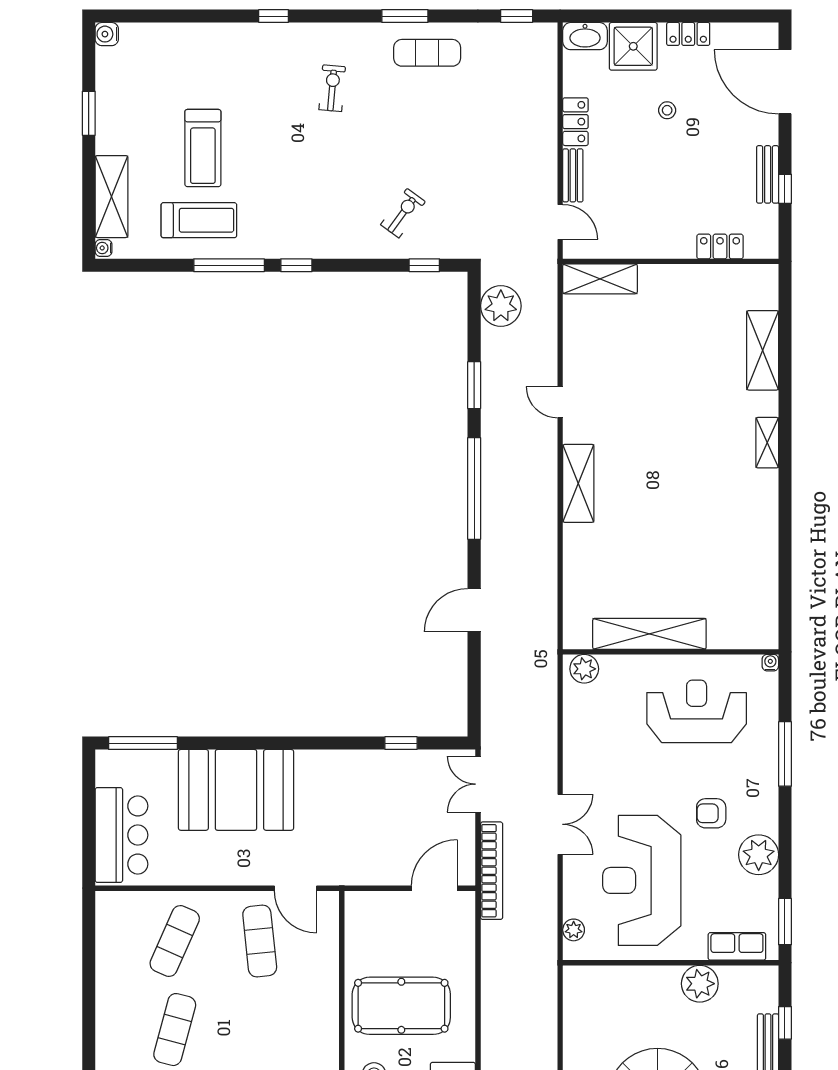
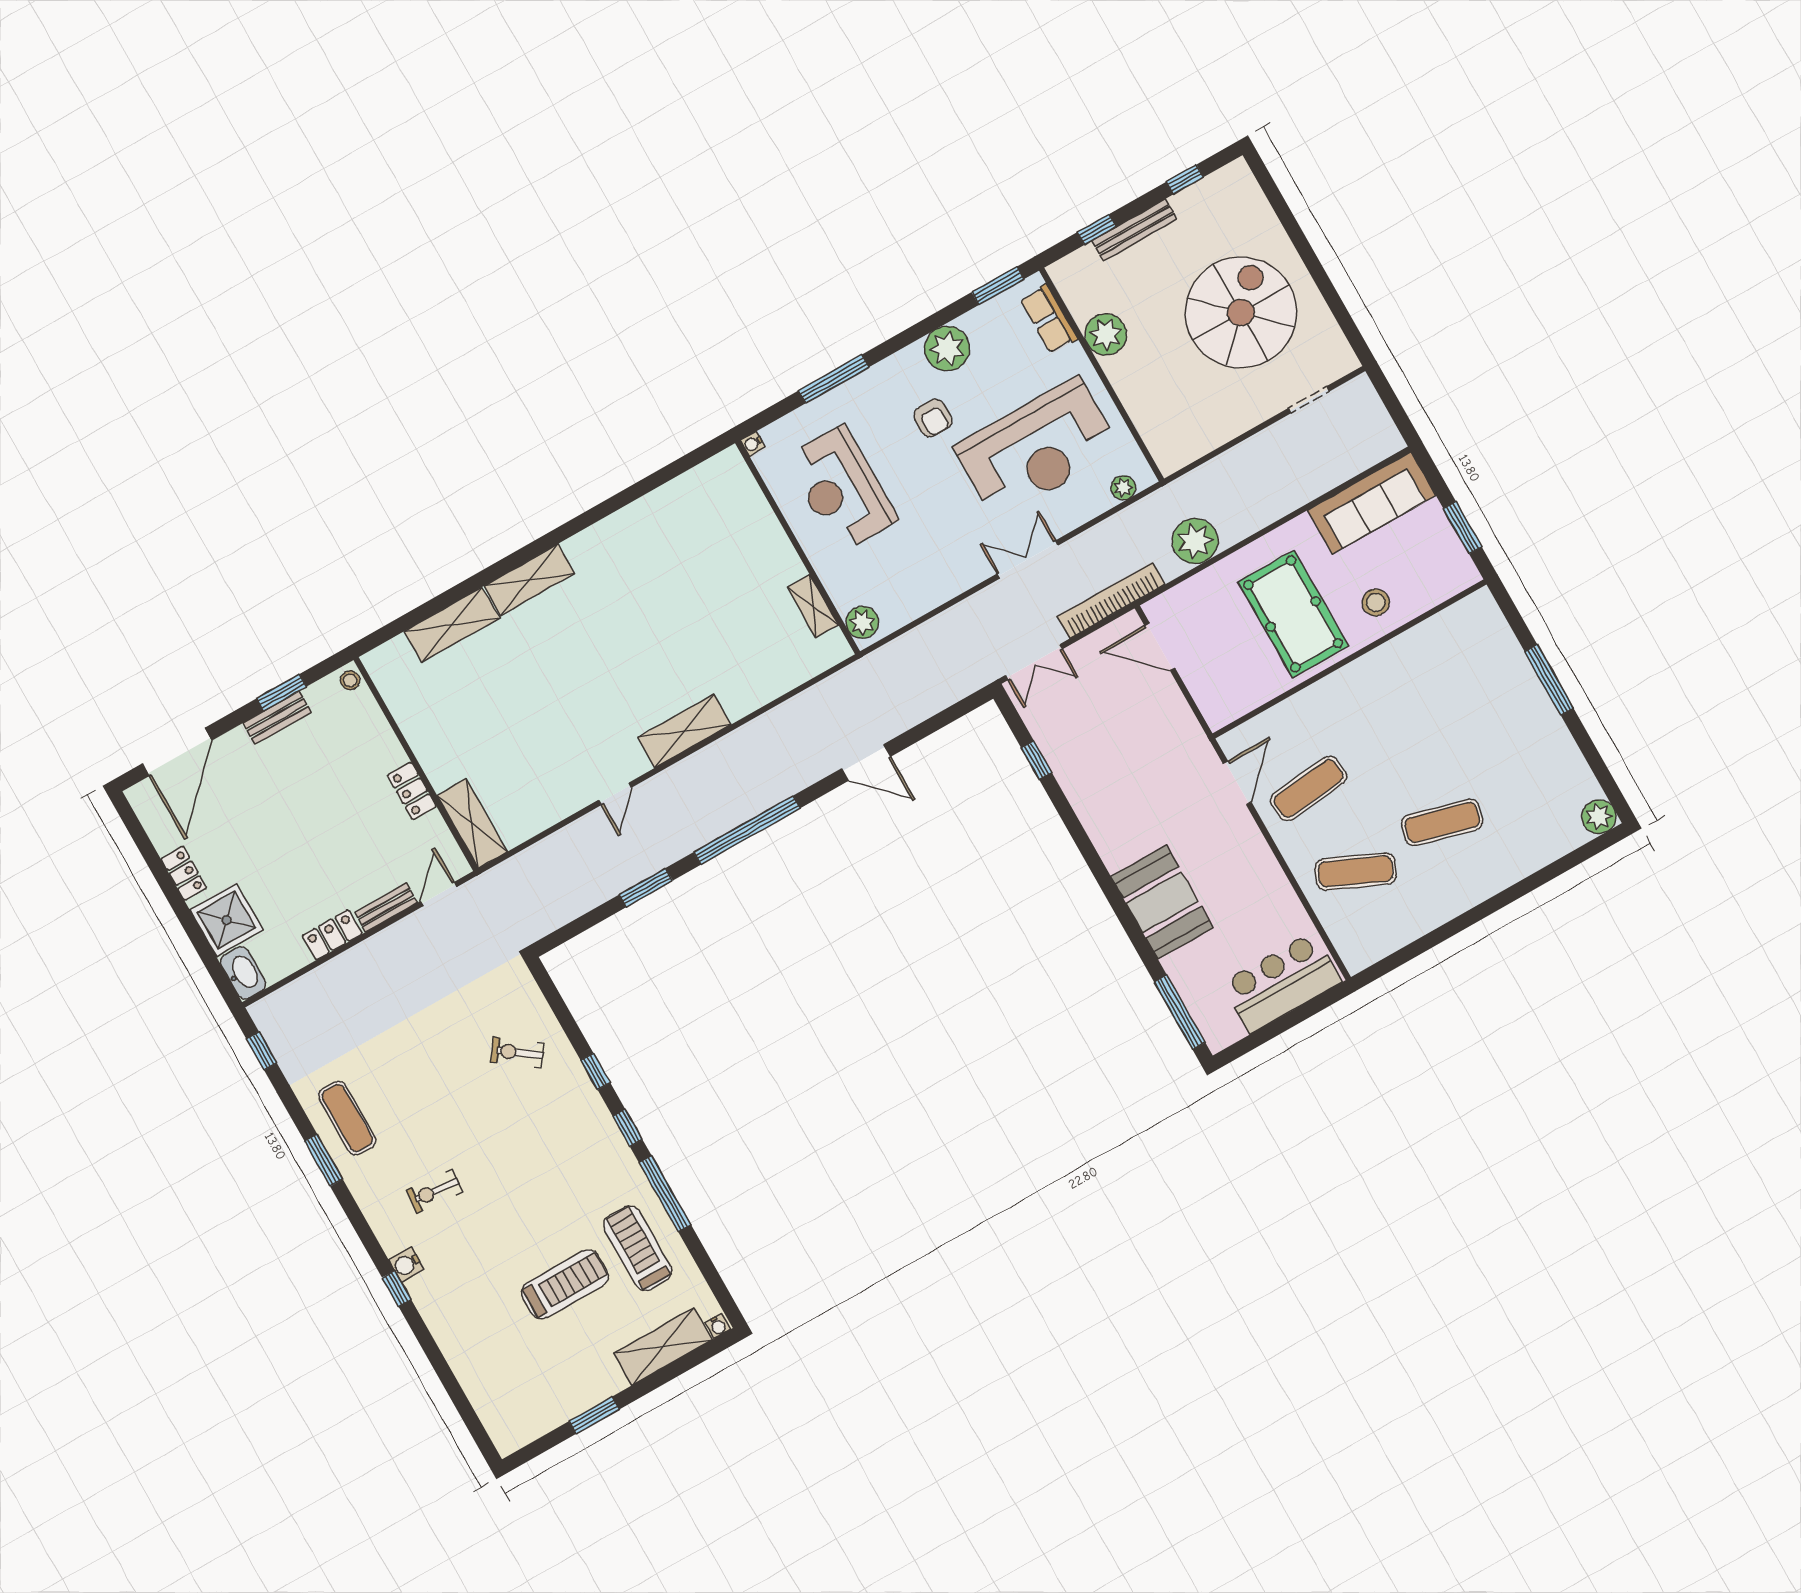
water cooler: (107, 34) -> (406, 1264), moved, turned 90
stool: (667, 110) -> (350, 680), moved
window: (785, 189) -> (282, 693), width x1.50
locker: (720, 246) -> (412, 791), moved
window: (424, 265) -> (595, 1071), moved
plant: (501, 306) -> (1195, 541), moved
shelving: (767, 443) -> (529, 580), width x1.50, depth x1.33
shelving: (649, 634) -> (813, 606), width x0.45, depth x0.75
booth: (236, 790) -> (1162, 902), width x0.73, depth x0.70

